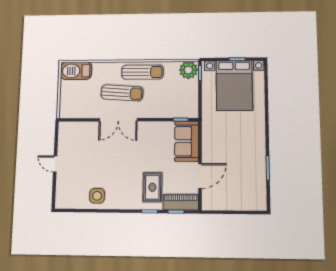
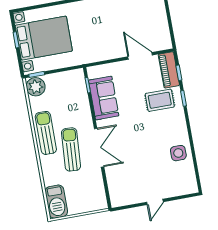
sofa: (187, 141) -> (104, 98), moved, turned -90

